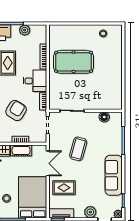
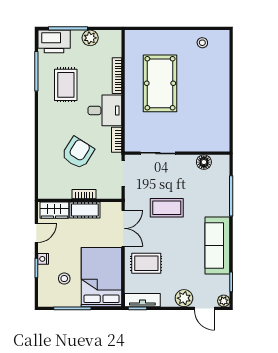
pool table: (74, 62) -> (160, 83), turned 90
coffee table: (78, 149) -> (167, 208), turned 75

